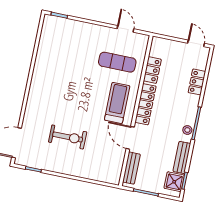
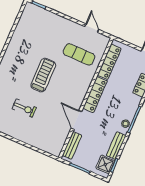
locker: (152, 70) -> (109, 62), width x1.53
treadmill: (117, 103) -> (43, 75), moved
exercise bike: (68, 137) -> (24, 108), width x0.73, depth x0.72

